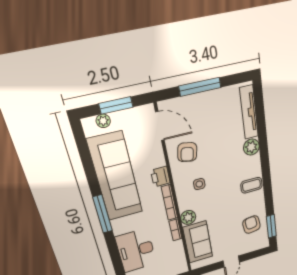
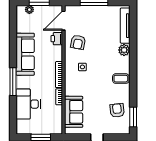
door: (160, 126) -> (63, 21), swing flipped
sofa: (115, 177) -> (25, 54), width x0.74, depth x0.79
printer: (160, 177) -> (57, 39), moved
window: (103, 214) -> (13, 82), moved
plant: (188, 217) -> (70, 90), removed

